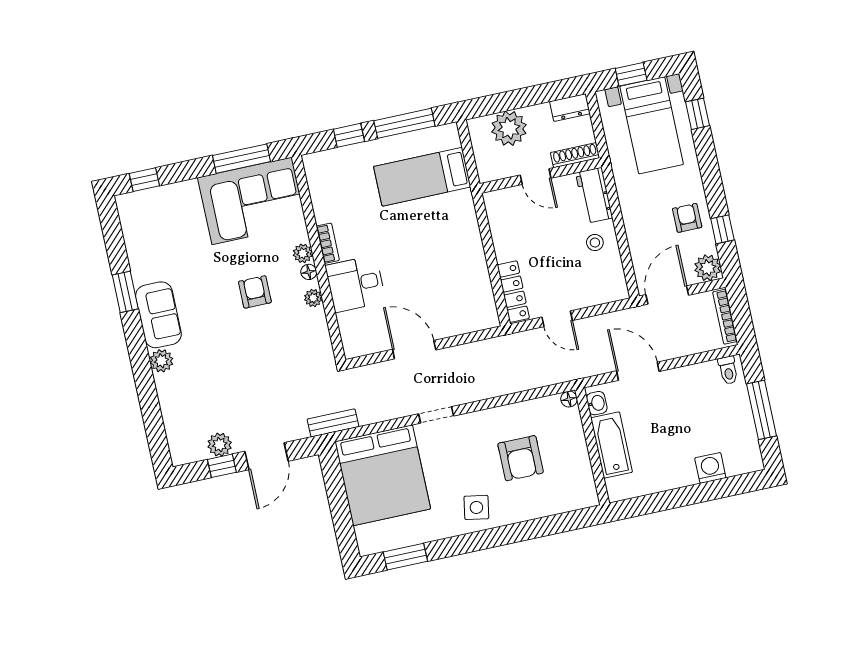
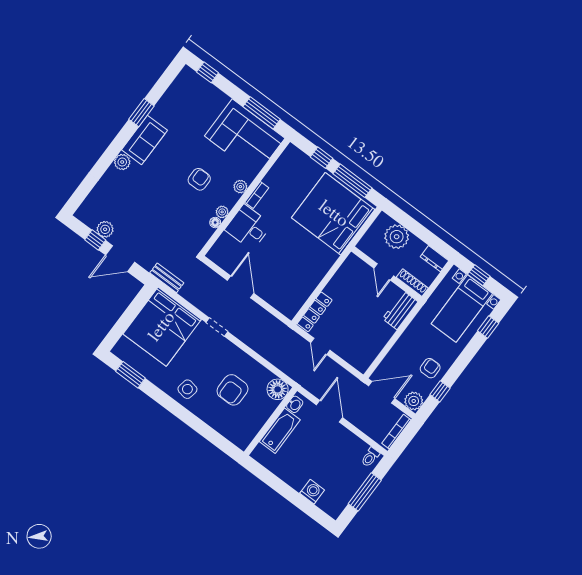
bed: (422, 177) -> (333, 214), width x2.04
stool: (595, 243) -> (376, 332), removed
floor lamp: (309, 272) -> (215, 223), moved
floor lamp: (569, 399) -> (278, 389), width x1.89, depth x1.89

